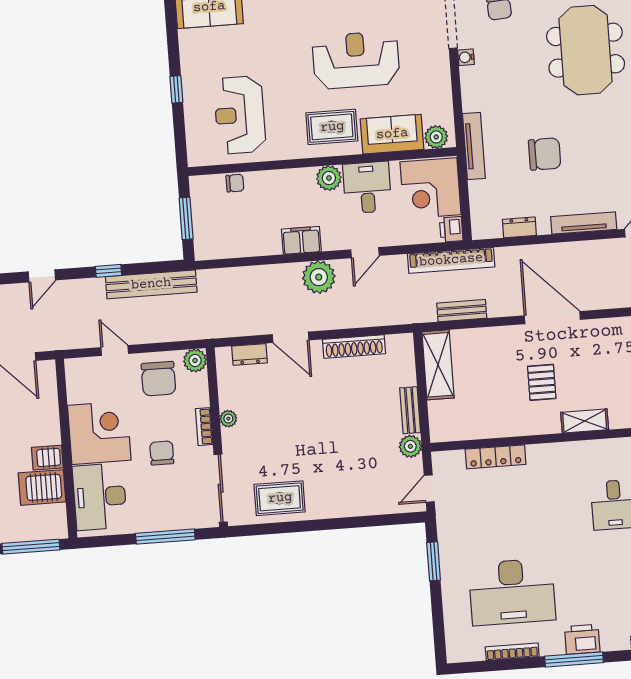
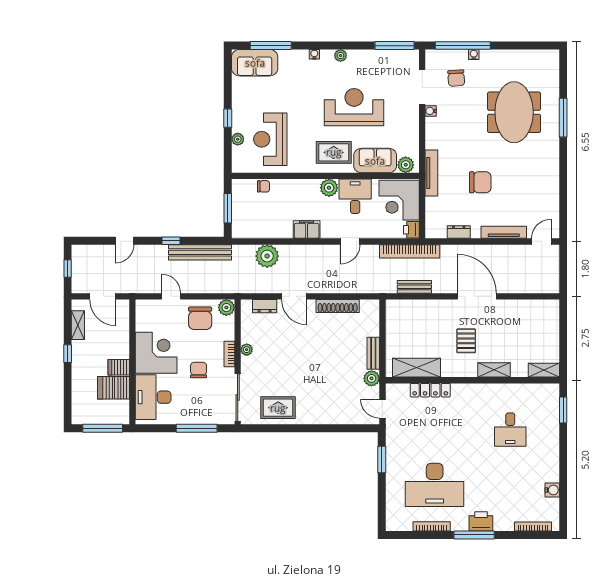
plant: (193, 118) -> (238, 139), added
plant: (319, 277) -> (267, 256), moved
shelving: (438, 365) -> (417, 368), moved, turned 90
door: (429, 489) -> (382, 409), hinge flipped

